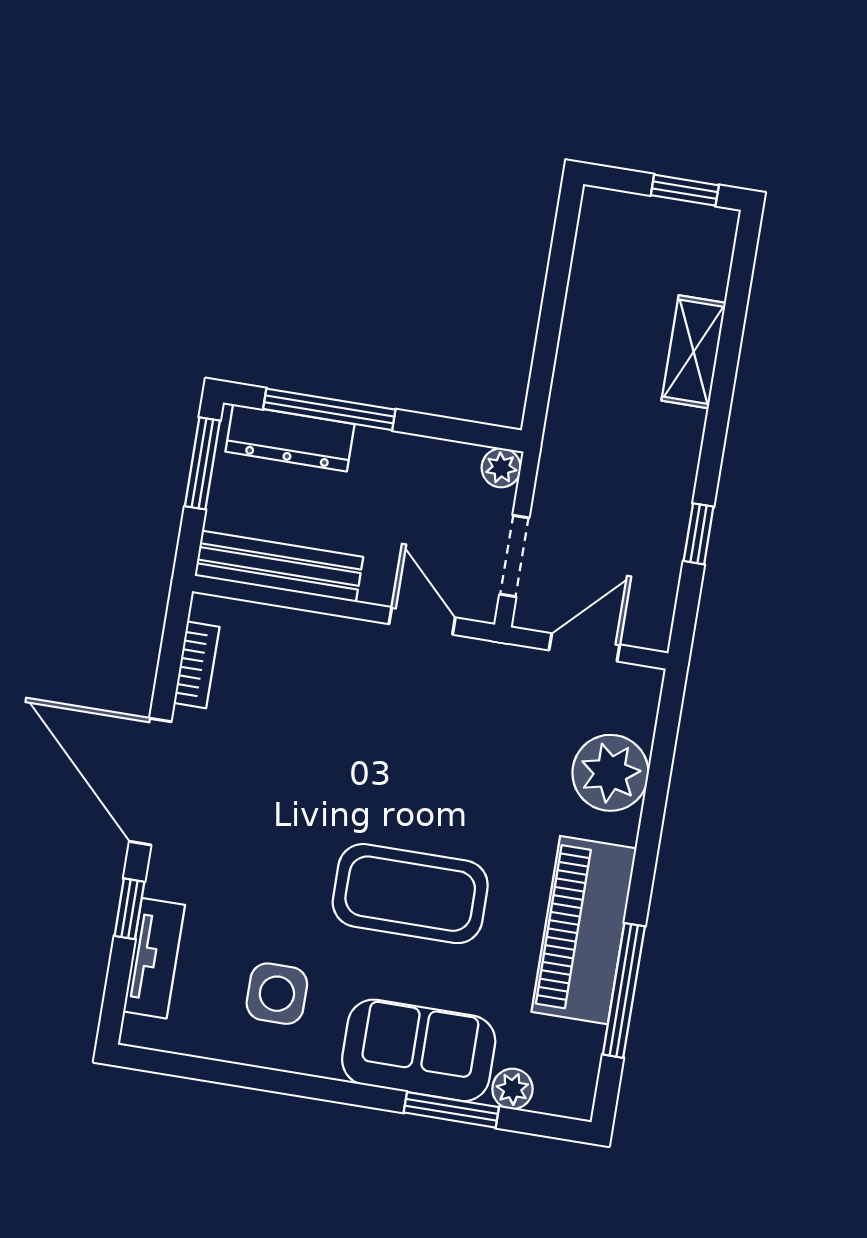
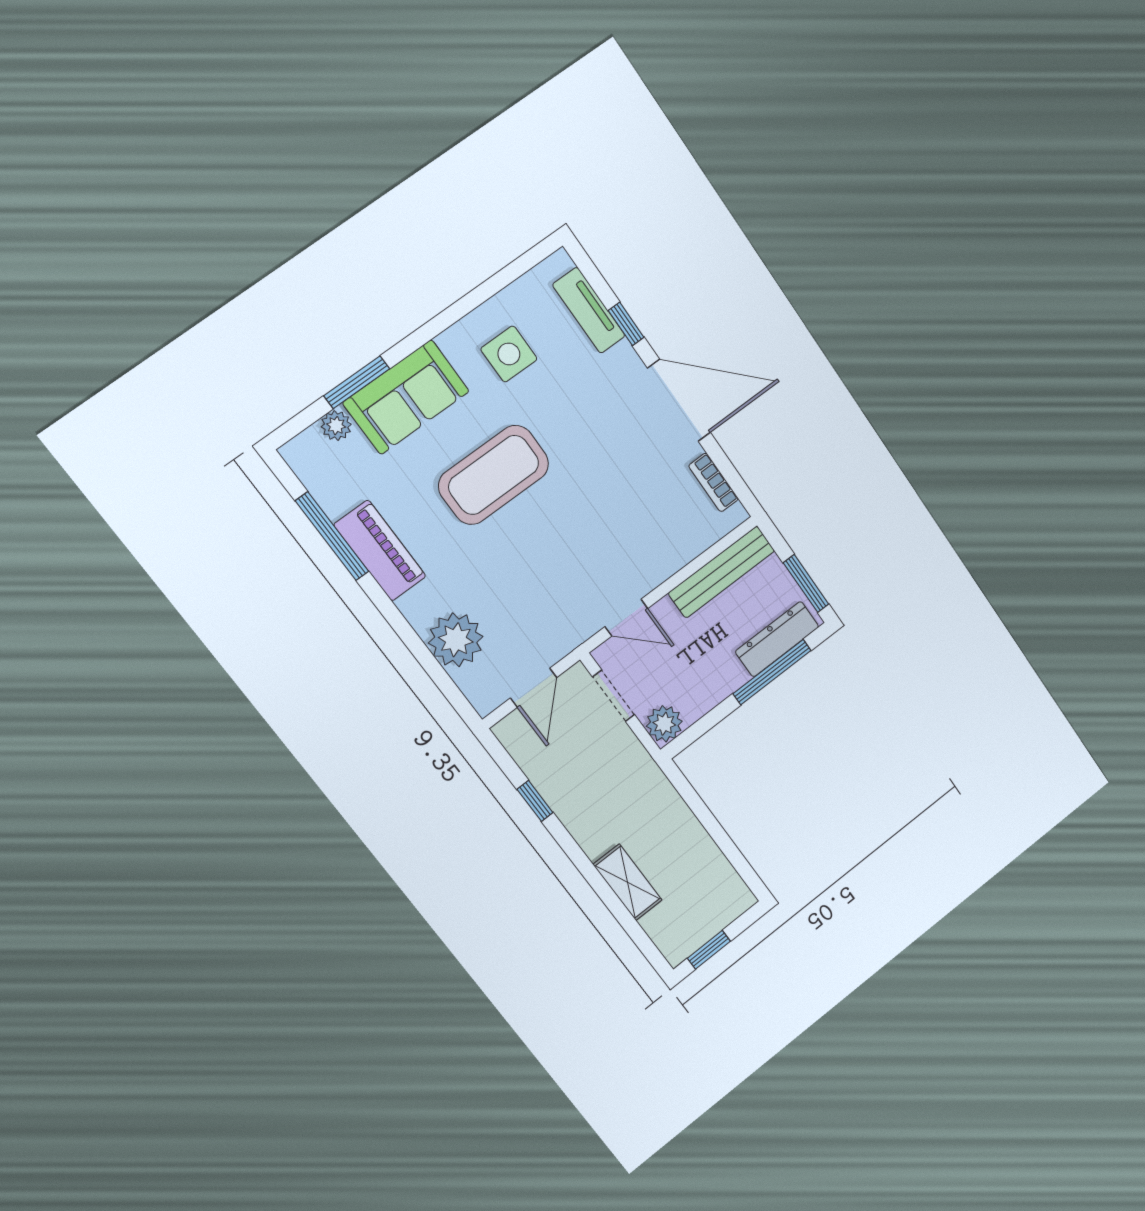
plant: (501, 468) -> (664, 724), width x1.38, depth x1.38
piano: (584, 930) -> (380, 551), width x0.73, depth x0.75

